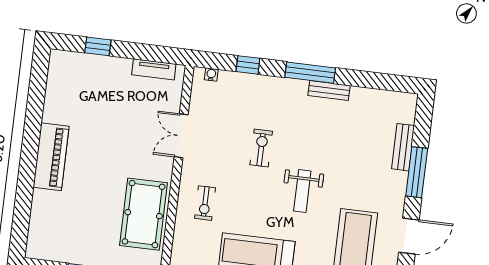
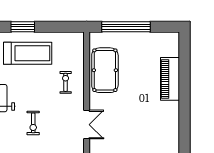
piano: (51, 157) -> (170, 79), moved

